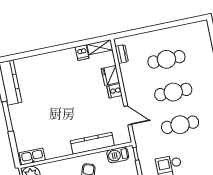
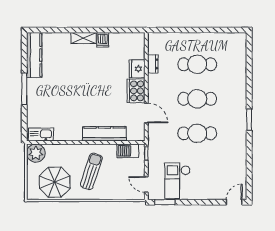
shelving: (100, 47) -> (84, 38), moved
dishwasher: (82, 53) -> (103, 40), moved
dresser: (122, 54) -> (153, 64), moved
cooker: (115, 91) -> (136, 91), width x1.87, depth x1.31

